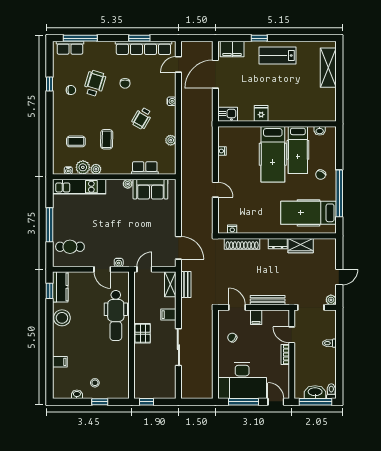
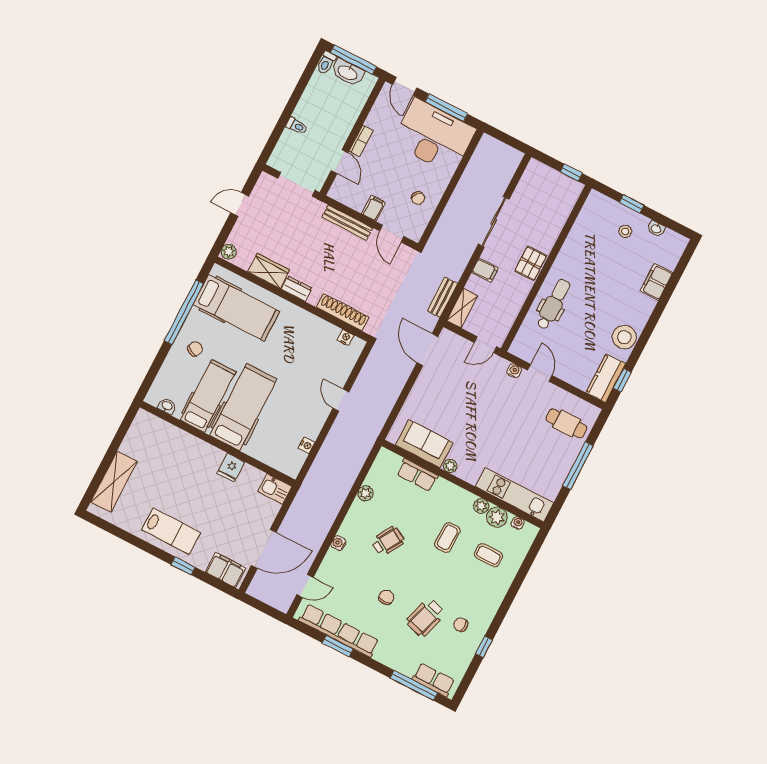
plant: (331, 300) -> (229, 252), moved
dental chair: (116, 316) -> (553, 304), width x0.73, depth x0.72
filing cabinet: (60, 362) -> (656, 282), width x2.00

